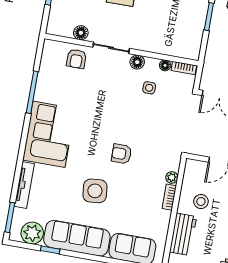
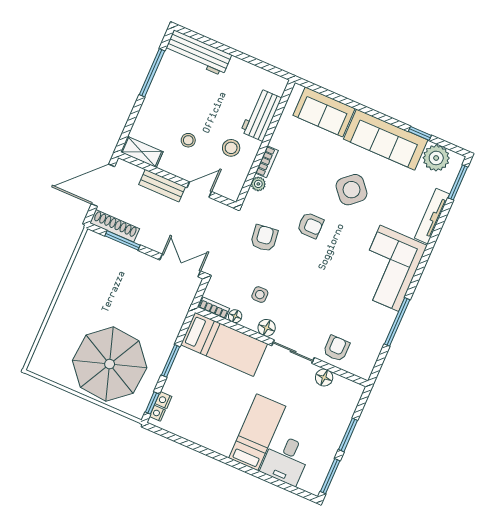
bed: (169, 40) -> (224, 344), added
armchair: (157, 134) -> (264, 238), added
side table: (95, 191) -> (351, 190), turned -35

